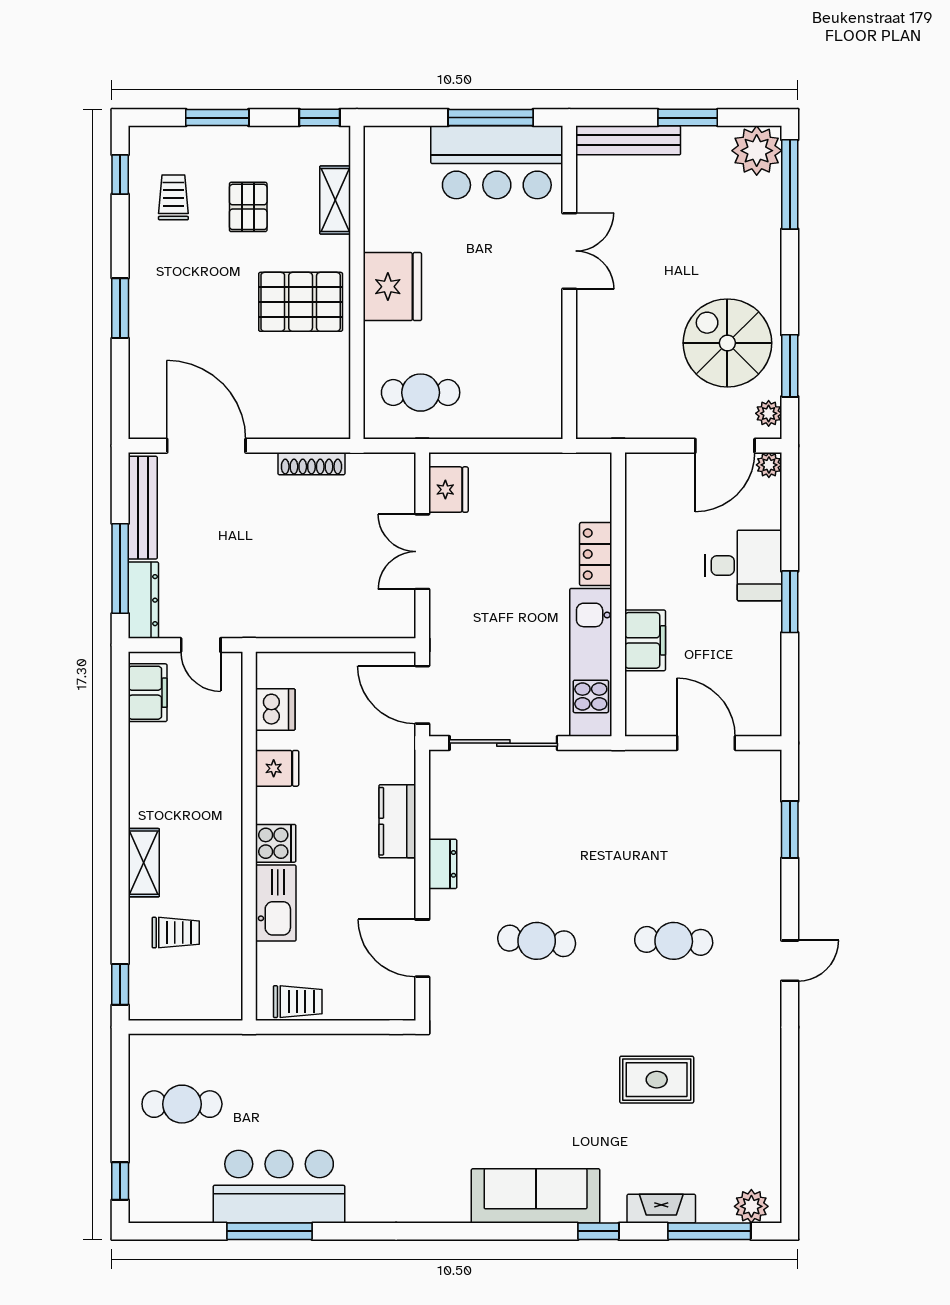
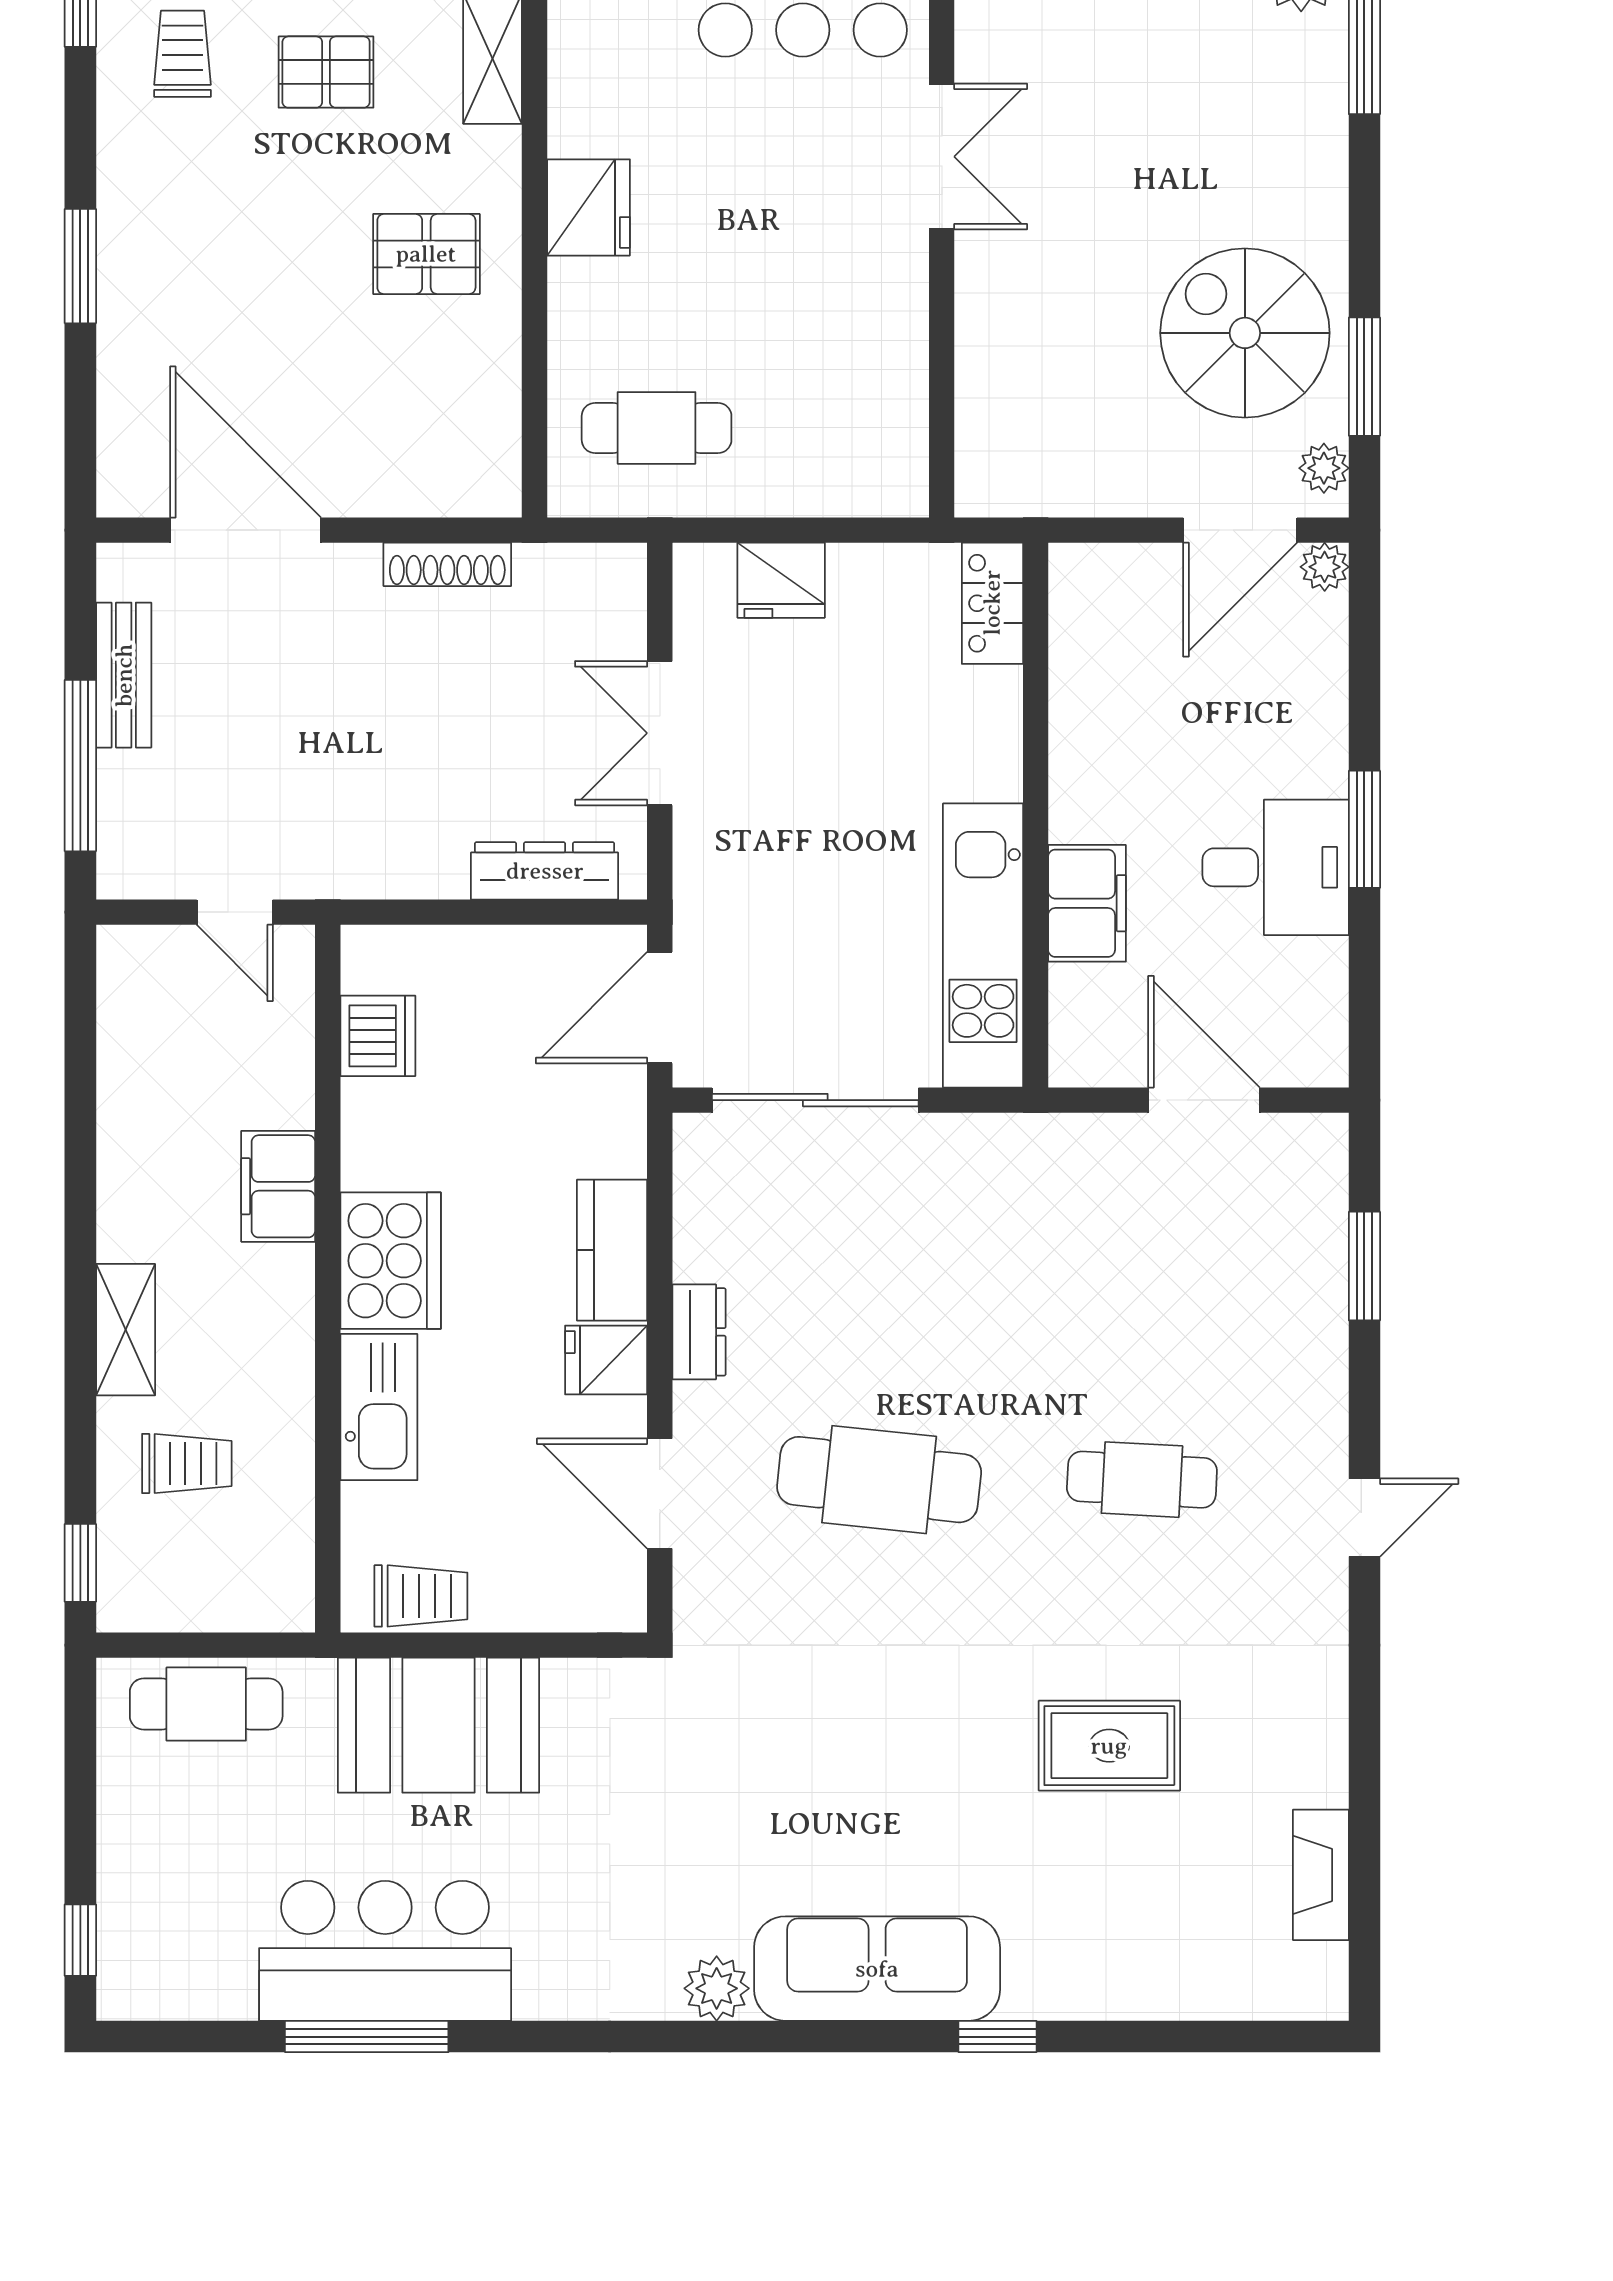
pallet: (248, 207) -> (326, 72), turned 90
fridge: (392, 287) -> (588, 207), width x0.73, depth x0.75
pallet: (301, 302) -> (426, 254), width x0.67, depth x0.71
fridge: (448, 490) -> (781, 580), moved, turned 90
bench: (143, 508) -> (124, 675), width x0.73
locker: (596, 554) -> (992, 603), moved
desk: (743, 565) -> (1276, 867), moved
dresser: (143, 600) -> (545, 871), moved, turned -90
filing cabinet: (148, 693) -> (278, 1186), moved, turned 180
door: (422, 695) -> (660, 1008), hinge flipped
fridge: (277, 768) -> (606, 1360), moved, turned 180
cooker: (276, 843) -> (391, 1261), width x1.87, depth x1.31
cafe table: (537, 941) -> (879, 1480), width x1.37, depth x1.35
booth: (307, 1069) -> (439, 1725), added
cafe table: (182, 1104) -> (206, 1704), moved
plant: (751, 1206) -> (717, 1988), moved
fireplace: (661, 1209) -> (1321, 1875), moved, turned -90
window: (709, 1231) -> (1210, 2037), removed

